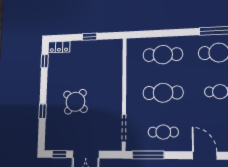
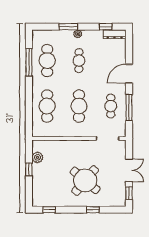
plant: (103, 46) -> (37, 157), added
locker: (59, 47) -> (37, 197), removed
round table: (75, 102) -> (85, 180), width x1.36, depth x1.36
window: (148, 155) -> (129, 107), moved

